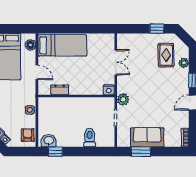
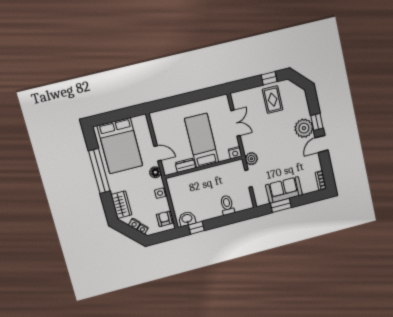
floor lamp: (30, 45) -> (155, 172), moved
bed: (62, 45) -> (202, 140), moved, turned -90
rug: (166, 55) -> (273, 100), moved
plant: (184, 63) -> (304, 128), moved, width x1.87, depth x1.87

